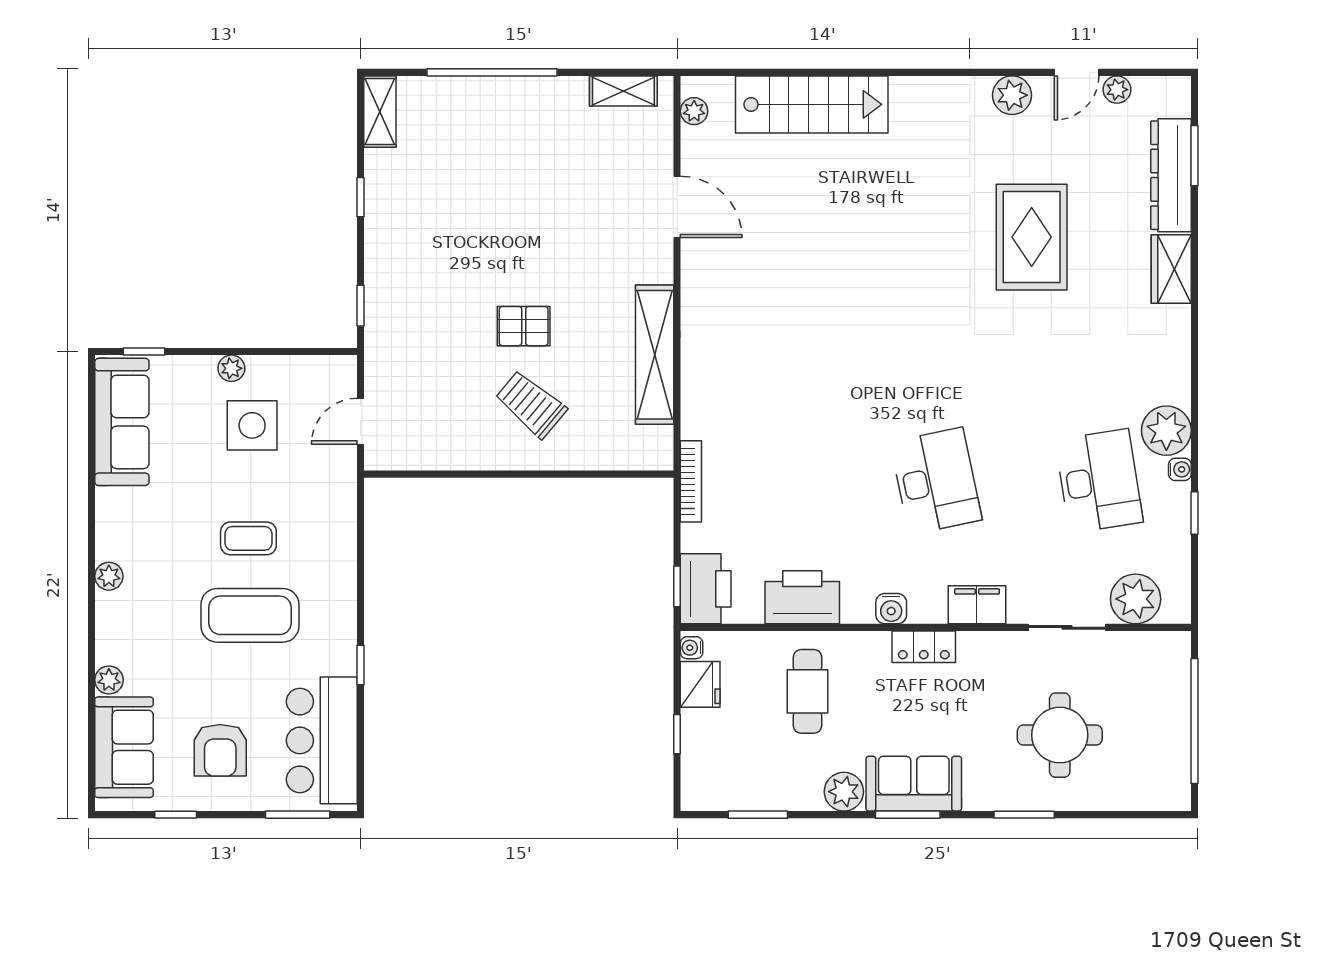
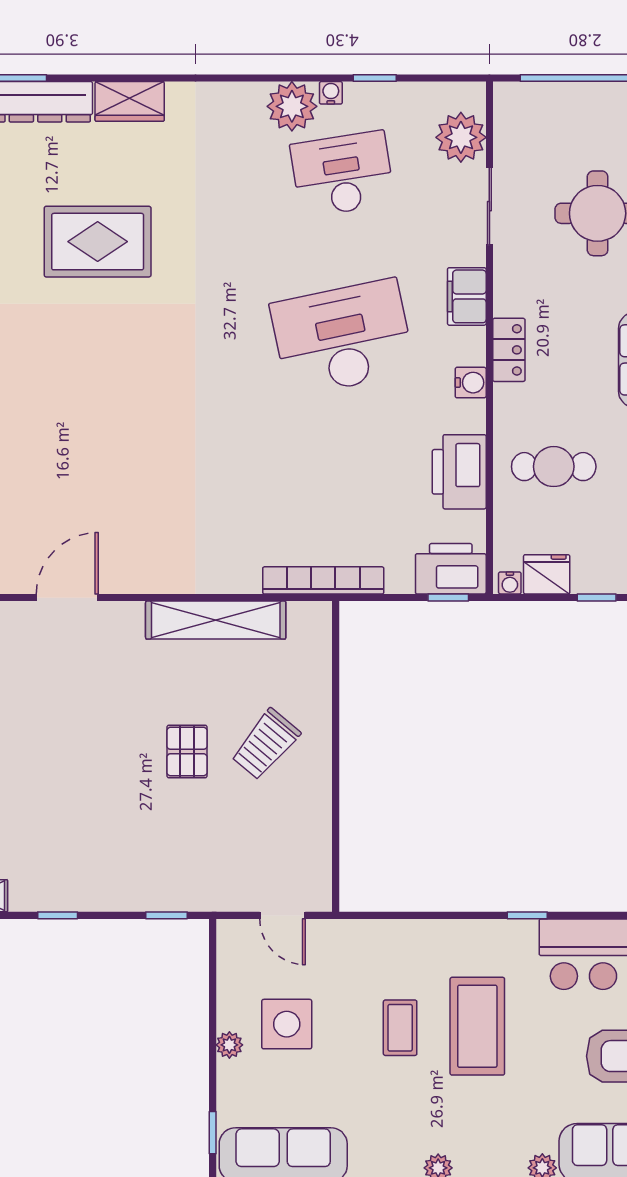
bookcase: (691, 481) -> (323, 580), width x1.48, depth x1.31
desk: (936, 481) -> (342, 338), width x1.36, depth x1.30

